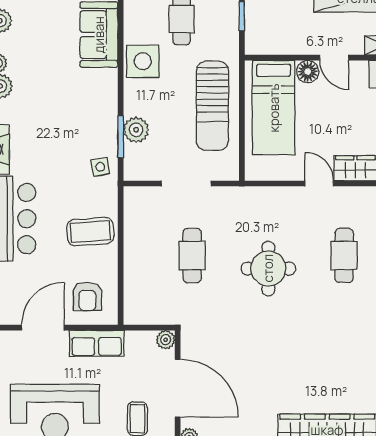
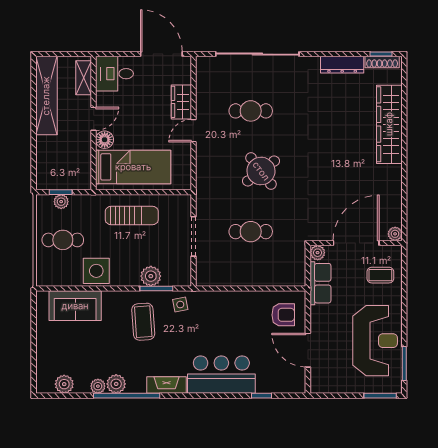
plant: (230, 17) -> (61, 202), added
sun lounger: (212, 106) -> (132, 216), width x0.73, depth x0.75
coffee table: (90, 232) -> (143, 322), moved
round table: (268, 268) -> (261, 171), turned -37
row of seats: (97, 343) -> (320, 283), moved

